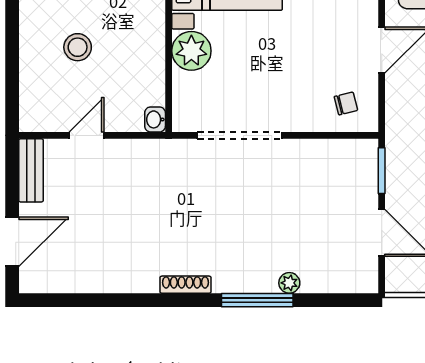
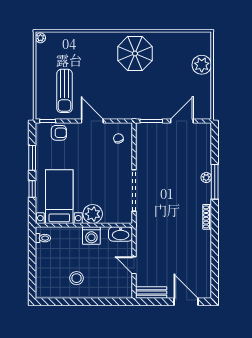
stool: (78, 47) -> (76, 278), moved
washing machine: (147, 48) -> (91, 236), added
washbasin: (155, 119) -> (121, 234), width x1.91, depth x1.45
plant: (289, 283) -> (206, 178), moved

